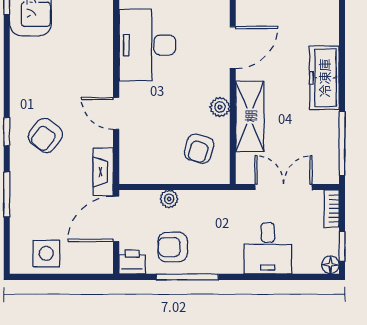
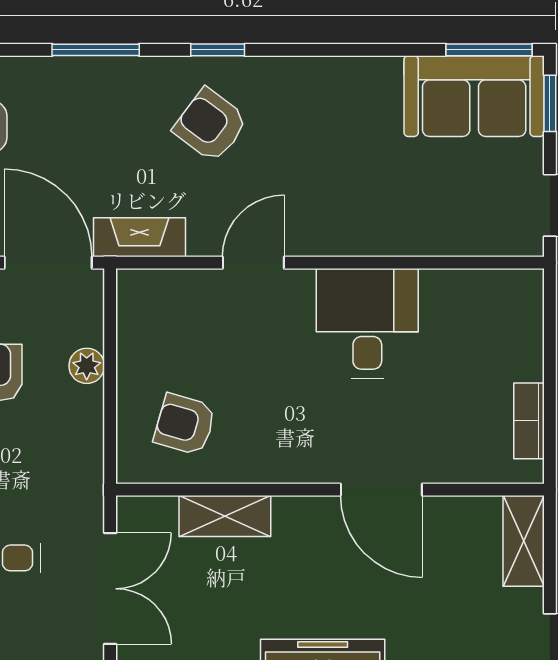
desk: (147, 45) -> (367, 323), width x0.73
plant: (220, 107) -> (266, 465), removed
shelving: (250, 116) -> (225, 516), width x0.67, depth x0.75

